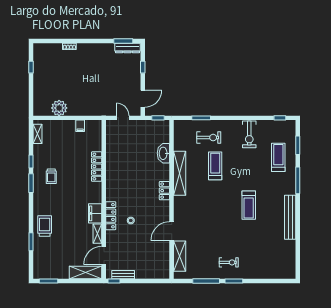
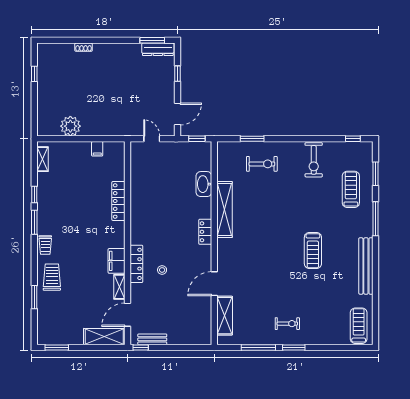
treadmill: (215, 166) -> (359, 326), moved
trolley: (51, 176) -> (45, 245), moved

